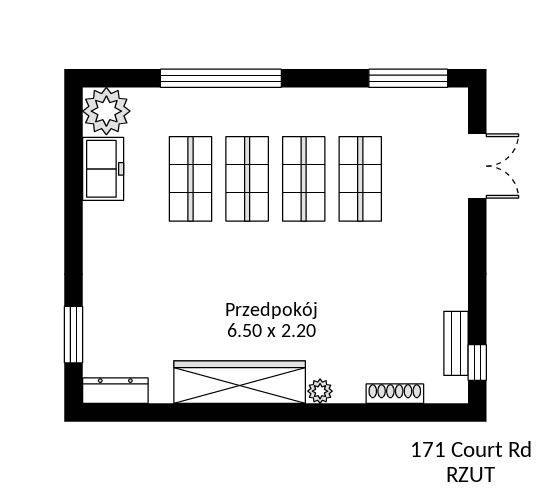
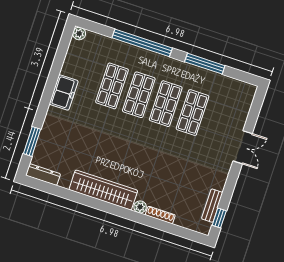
window: (408, 78) -> (205, 64), moved
plant: (106, 111) -> (79, 34), width x0.53, depth x0.53
double door: (477, 166) -> (243, 147), moved
freezer: (103, 169) -> (64, 92), moved
shoe rack: (395, 394) -> (160, 215), moved

